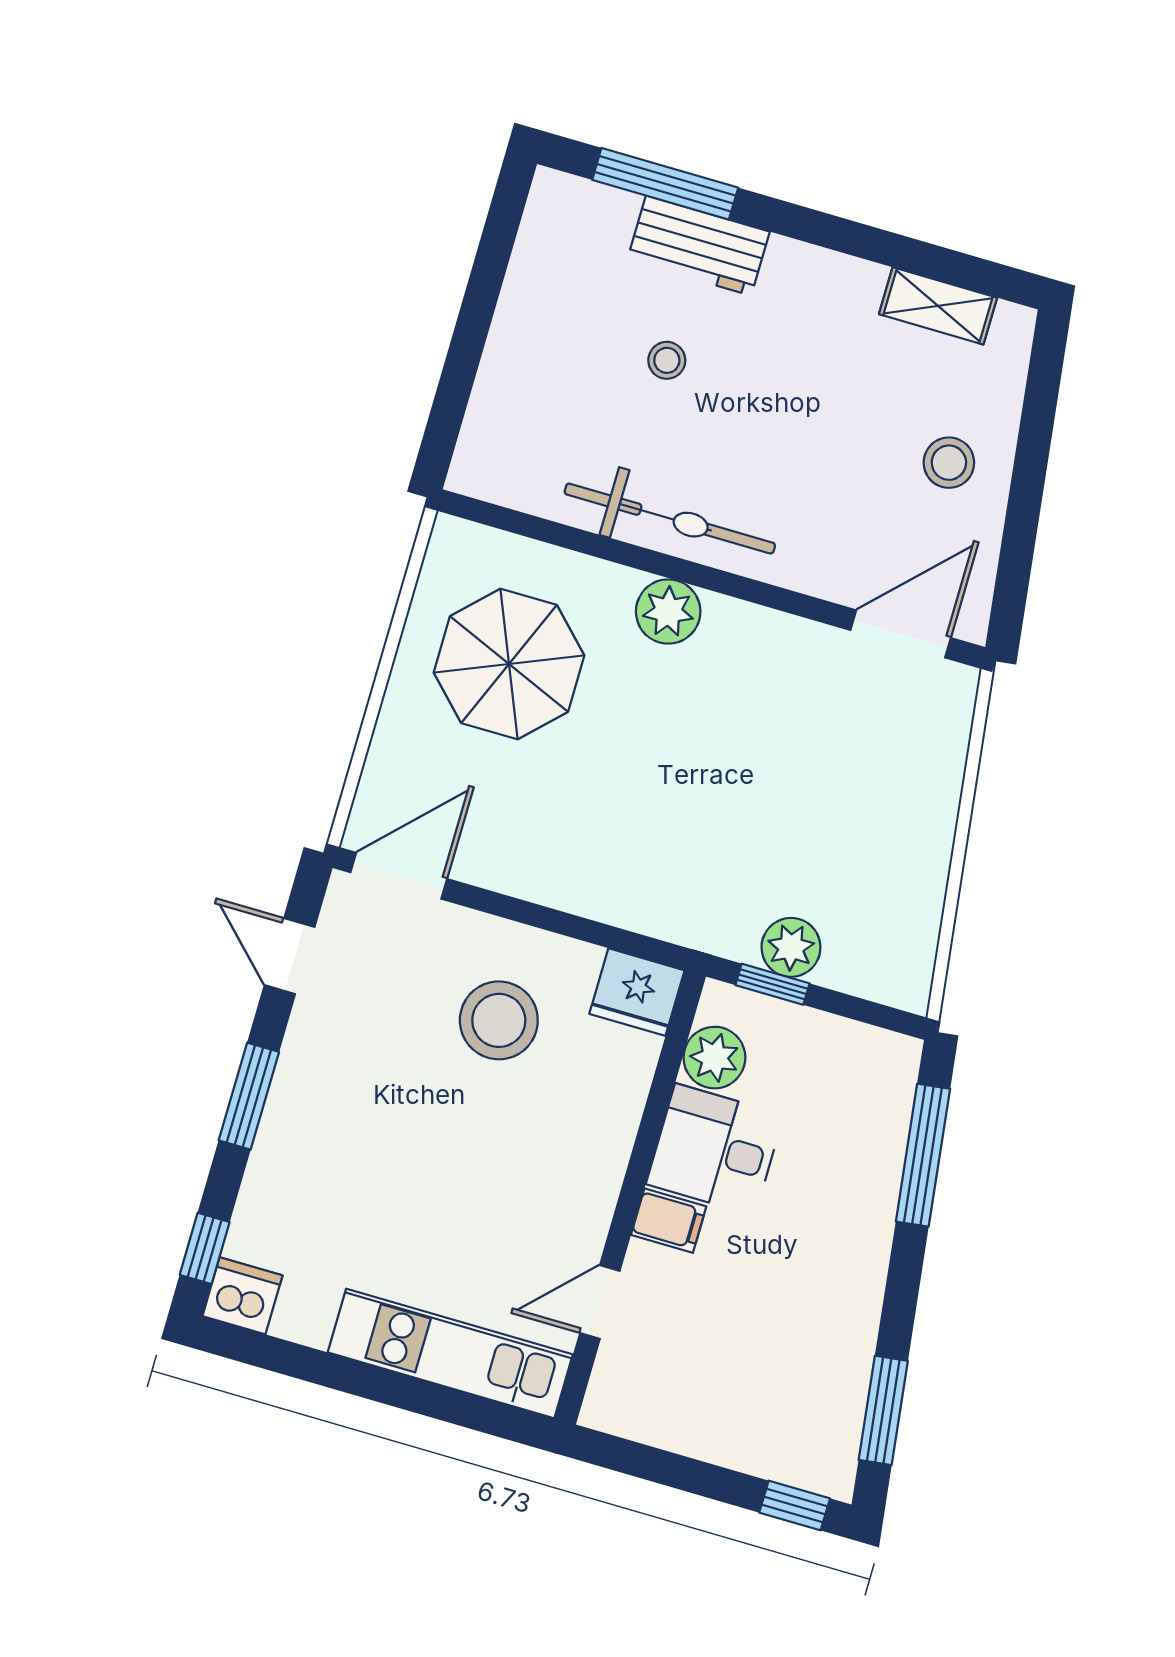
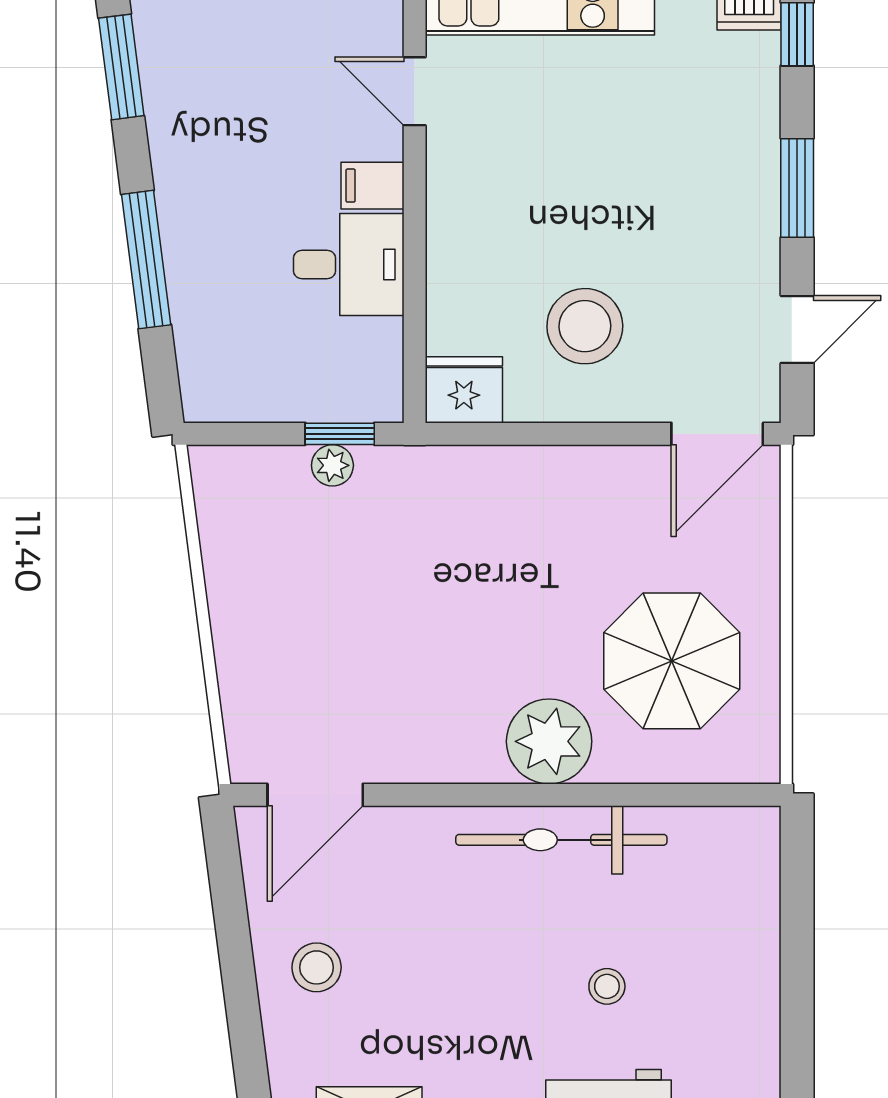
plant: (668, 612) -> (549, 741), width x1.36, depth x1.36
plant: (791, 947) -> (332, 465), width x0.73, depth x0.73
door: (290, 956) -> (797, 329), hinge flipped
plant: (714, 1058) -> (374, 350), removed
window: (923, 1155) -> (146, 260), moved
door: (600, 1302) -> (415, 91), swing flipped

